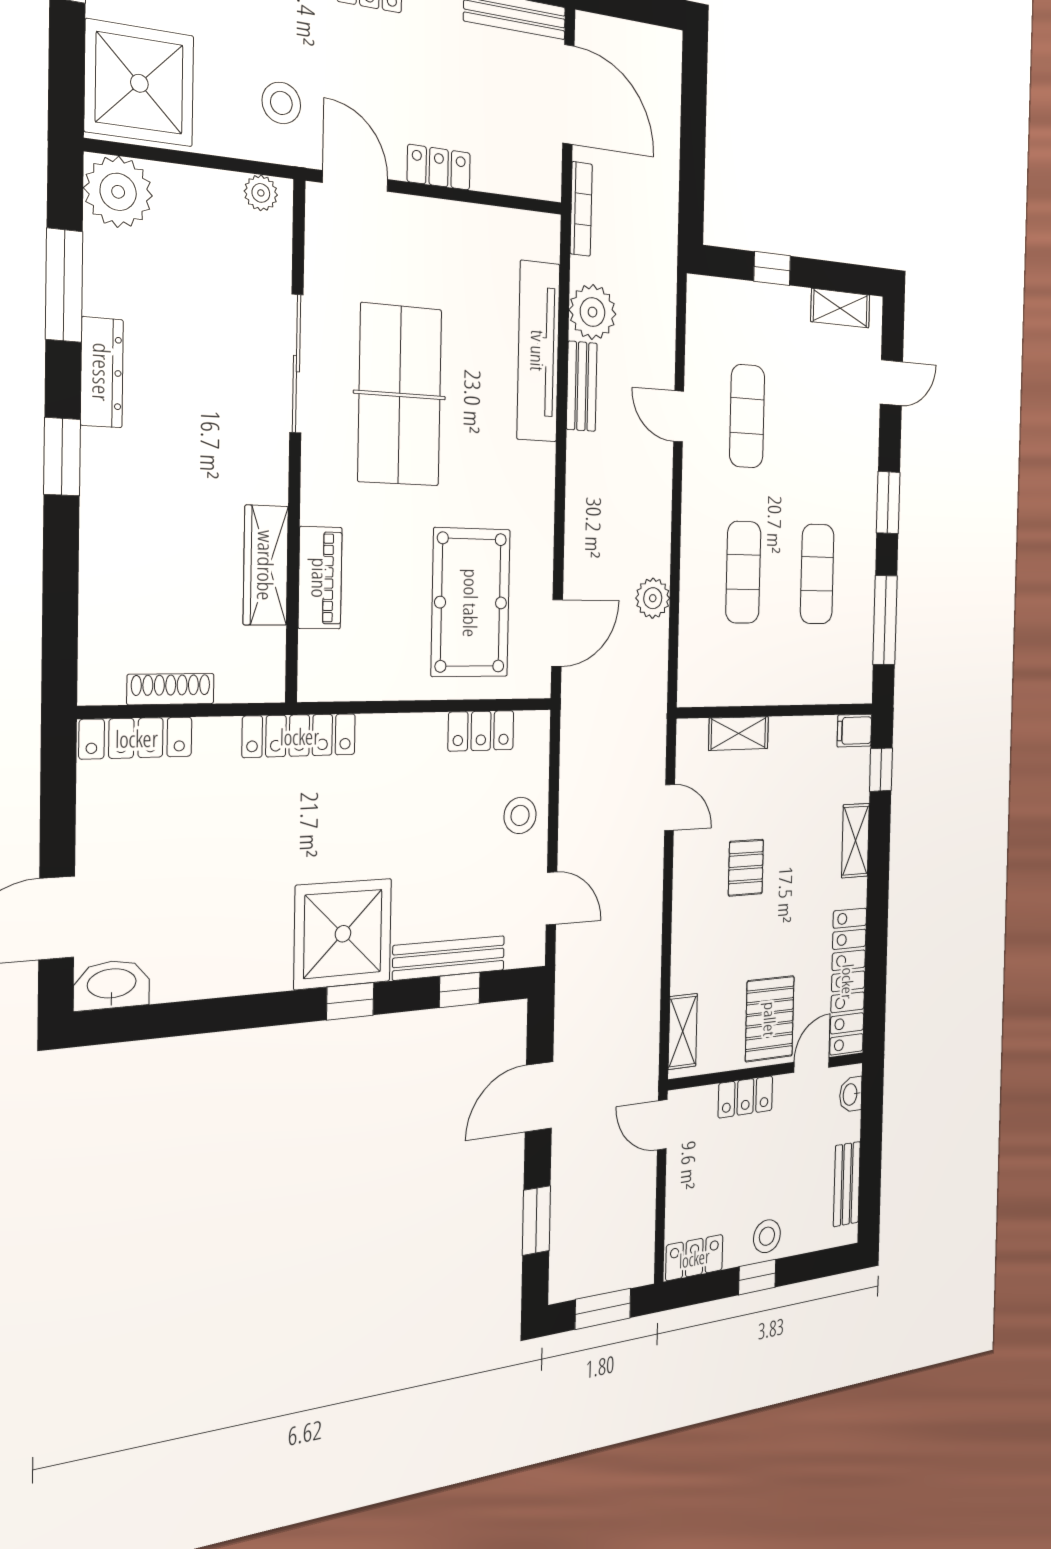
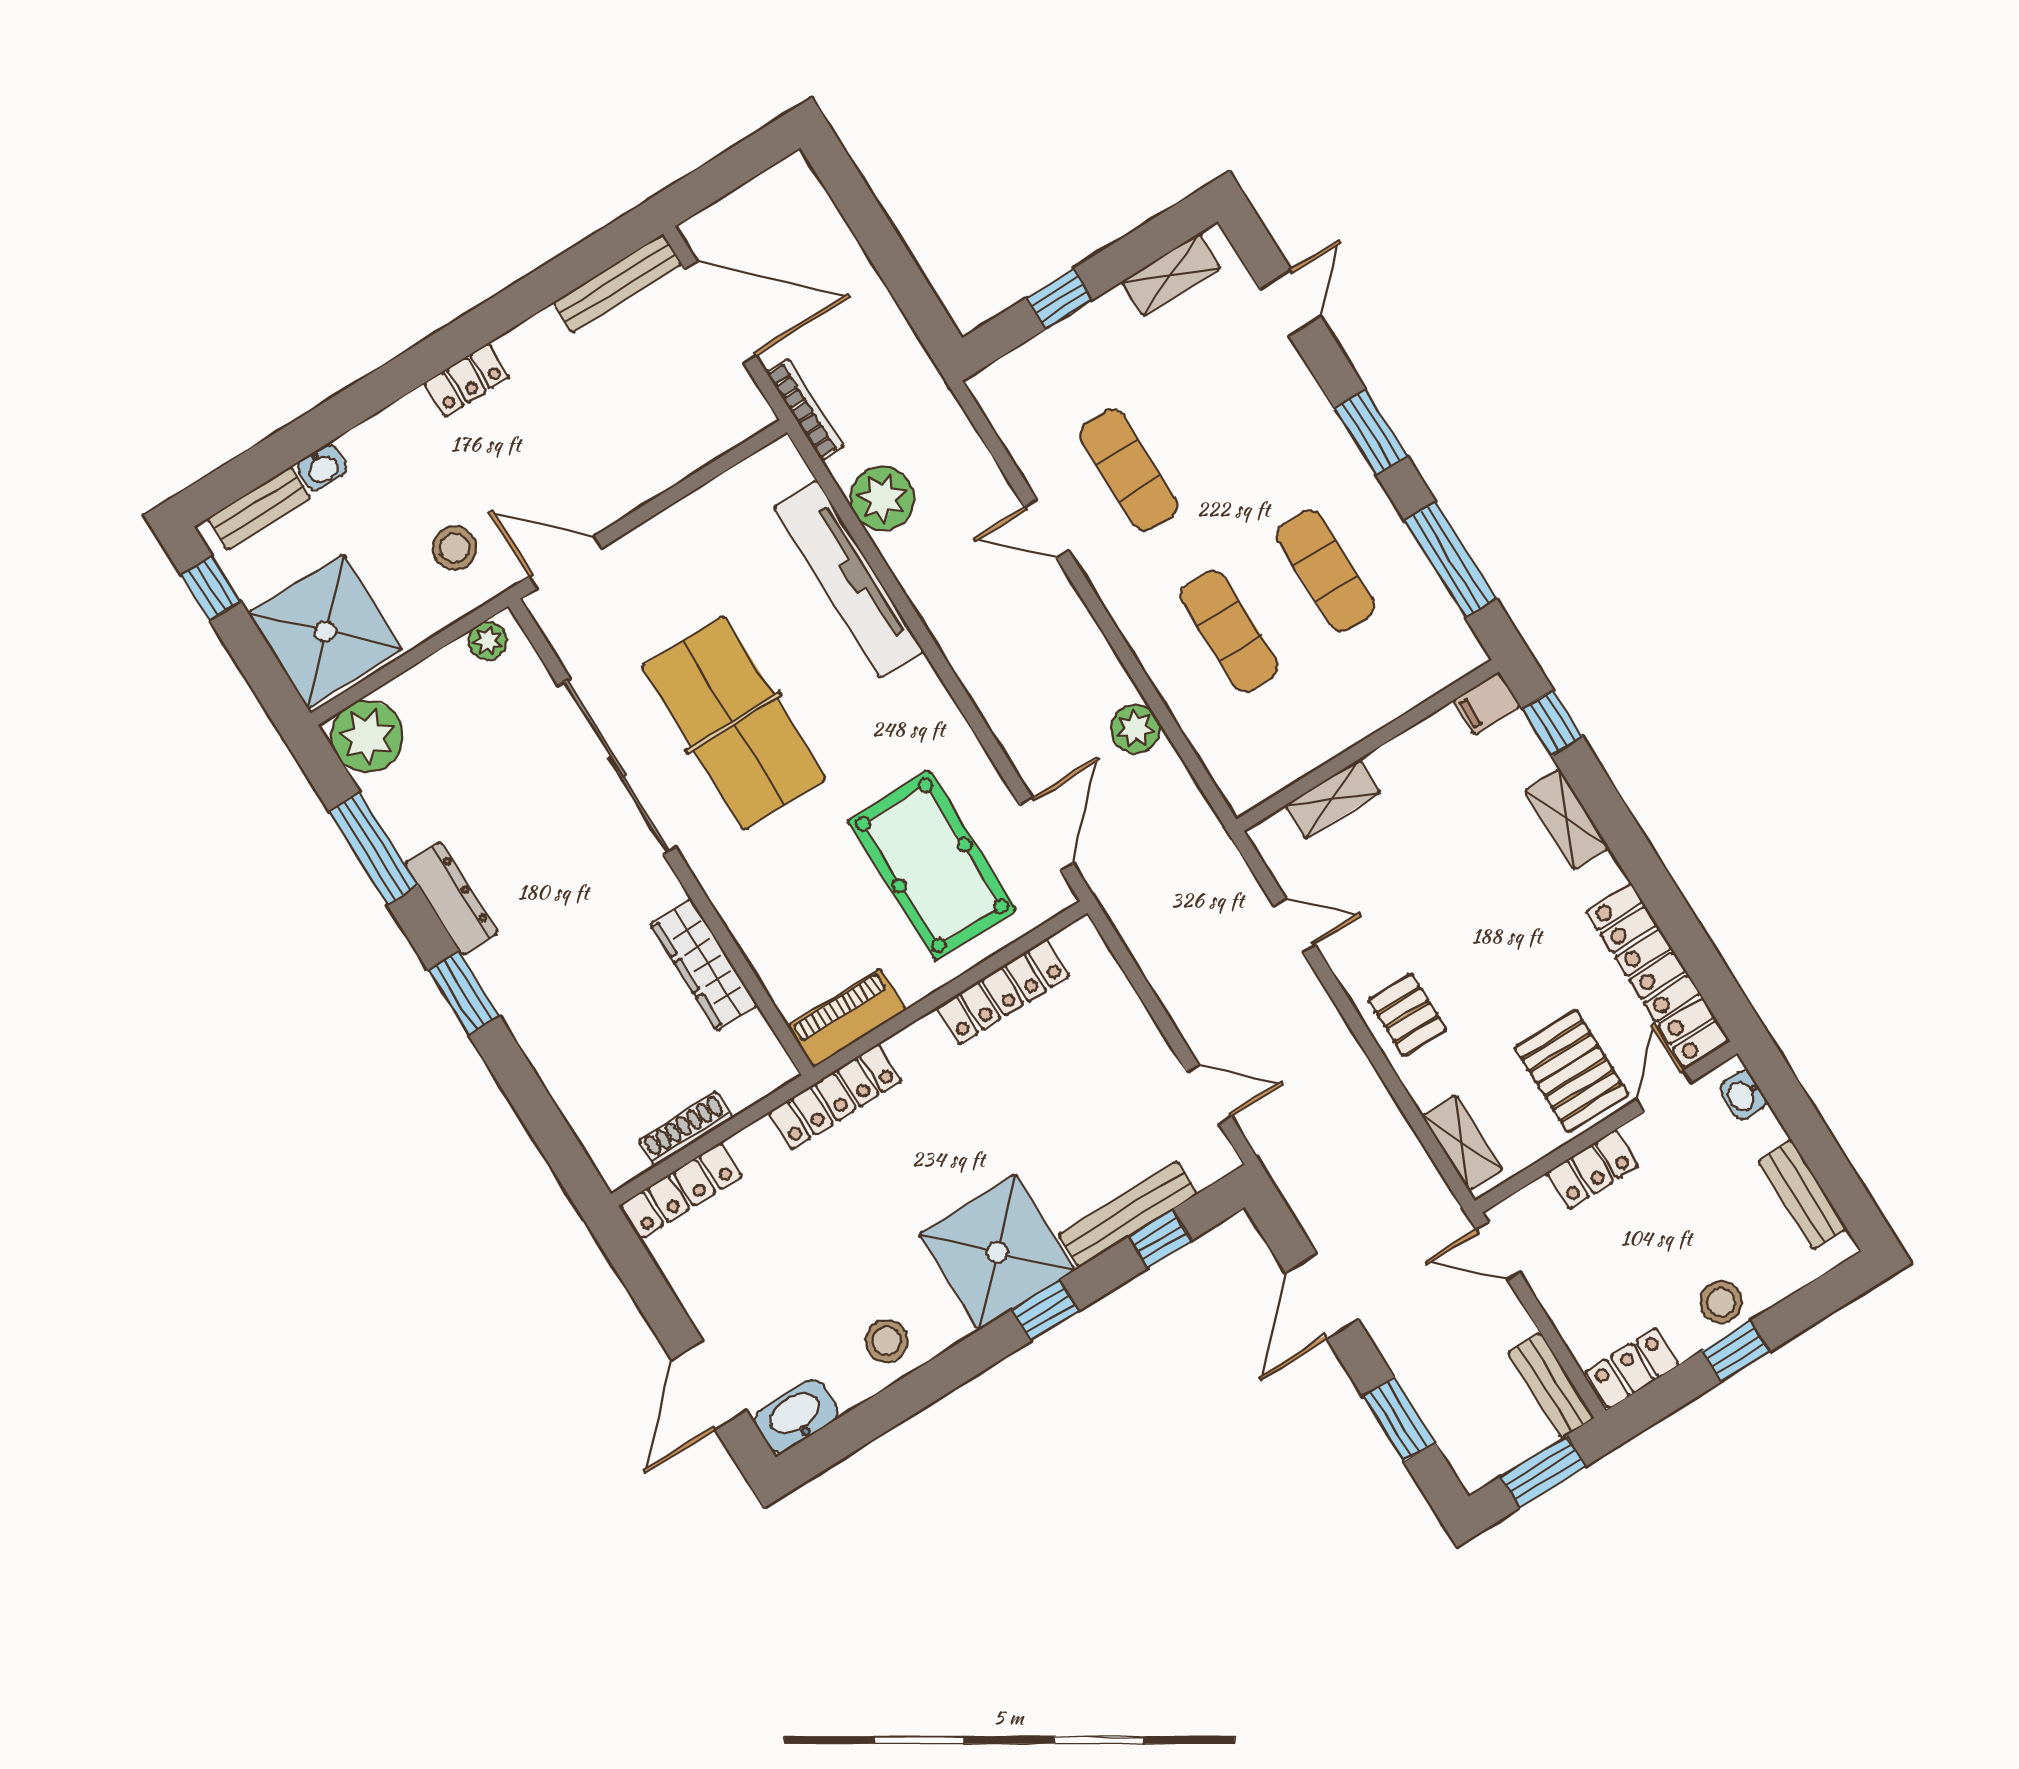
locker: (439, 167) -> (636, 486), removed
sliding door: (296, 364) -> (617, 766), width x1.36
bench: (582, 386) -> (1551, 1385), moved
piano: (320, 578) -> (847, 1018), moved, turned -90
locker: (481, 731) -> (1003, 992), width x1.53
stool: (520, 815) -> (887, 1341), moved
pallet: (746, 868) -> (1407, 1015), moved

